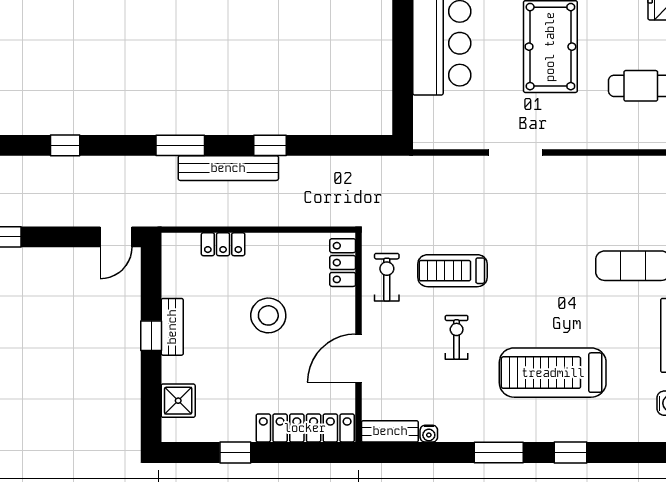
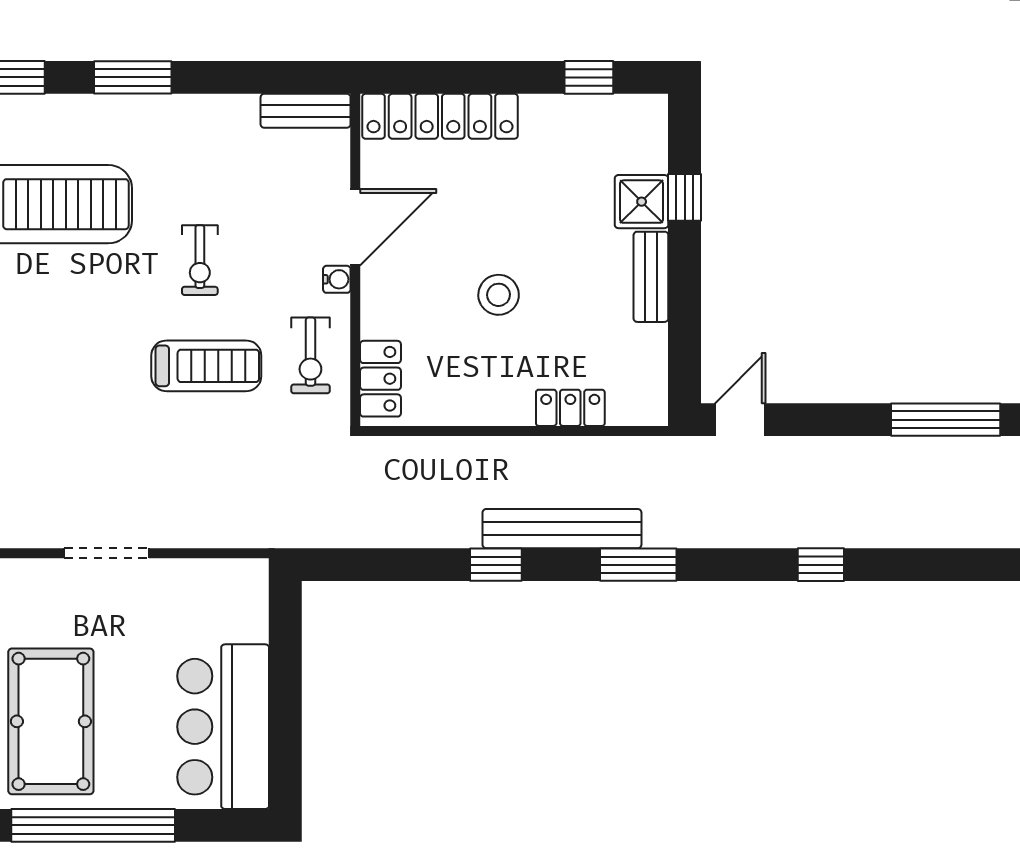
stool: (268, 315) -> (499, 295), width x0.73, depth x0.73
window: (151, 336) -> (685, 197), moved
shower: (178, 401) -> (642, 202), moved
water cooler: (429, 434) -> (337, 279), moved, turned 90
window: (235, 452) -> (589, 77), moved

